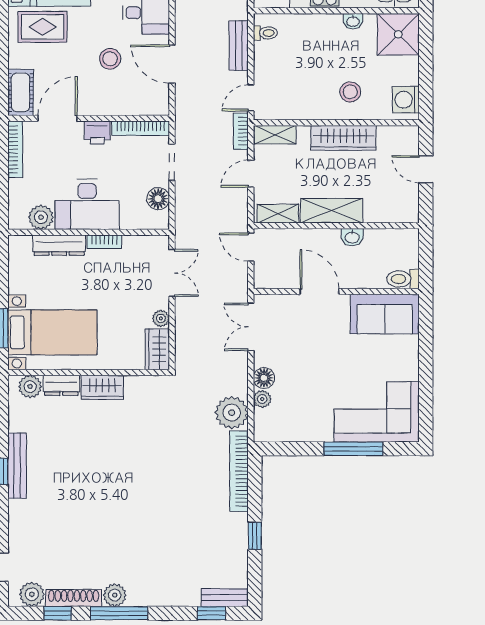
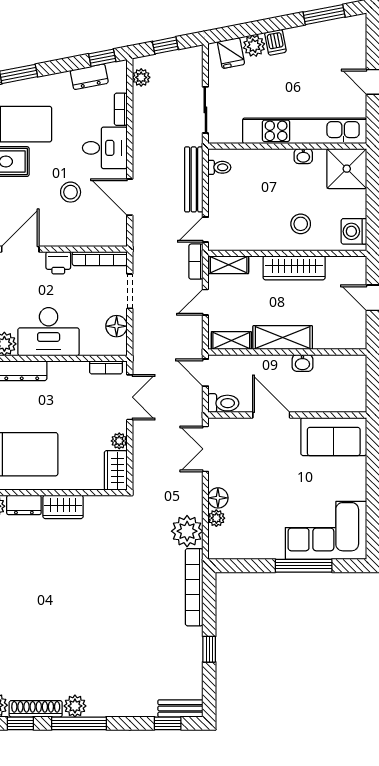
bench: (239, 46) -> (194, 179), width x1.36
bookcase: (104, 242) -> (106, 367), moved
toilet: (403, 279) -> (223, 403), moved, turned 180

